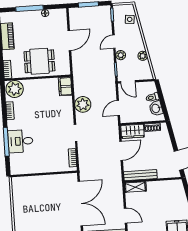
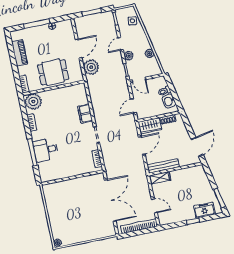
filing cabinet: (65, 86) -> (85, 114), moved
plant: (83, 104) -> (91, 67), moved

